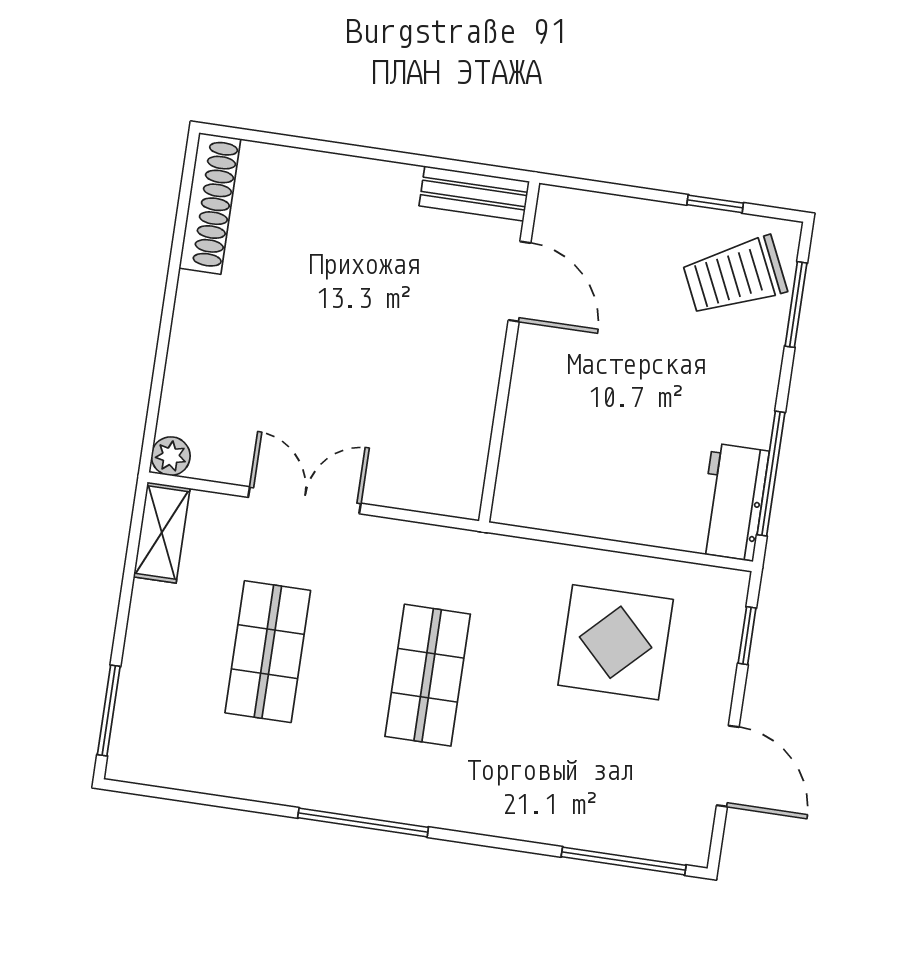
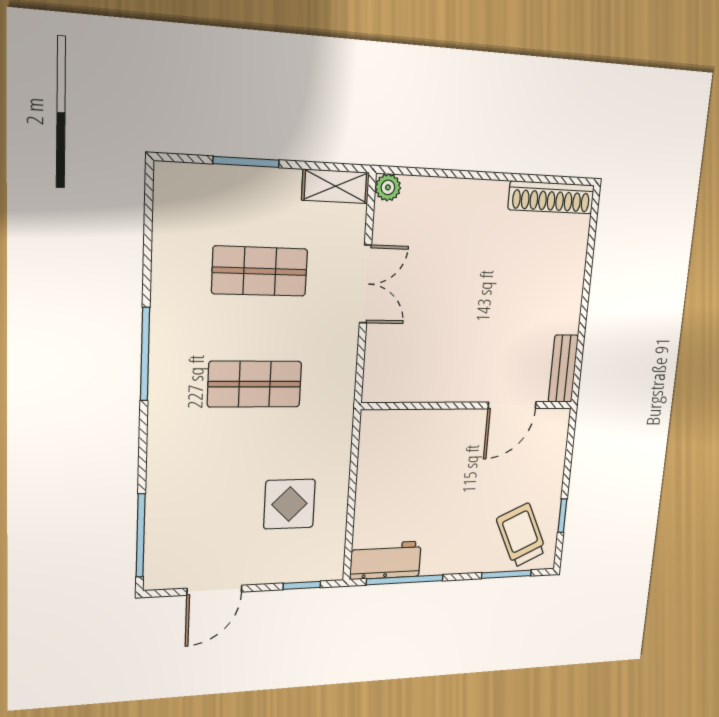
display table: (616, 642) -> (289, 504), width x0.73, depth x0.73
window: (109, 710) -> (246, 162), moved

